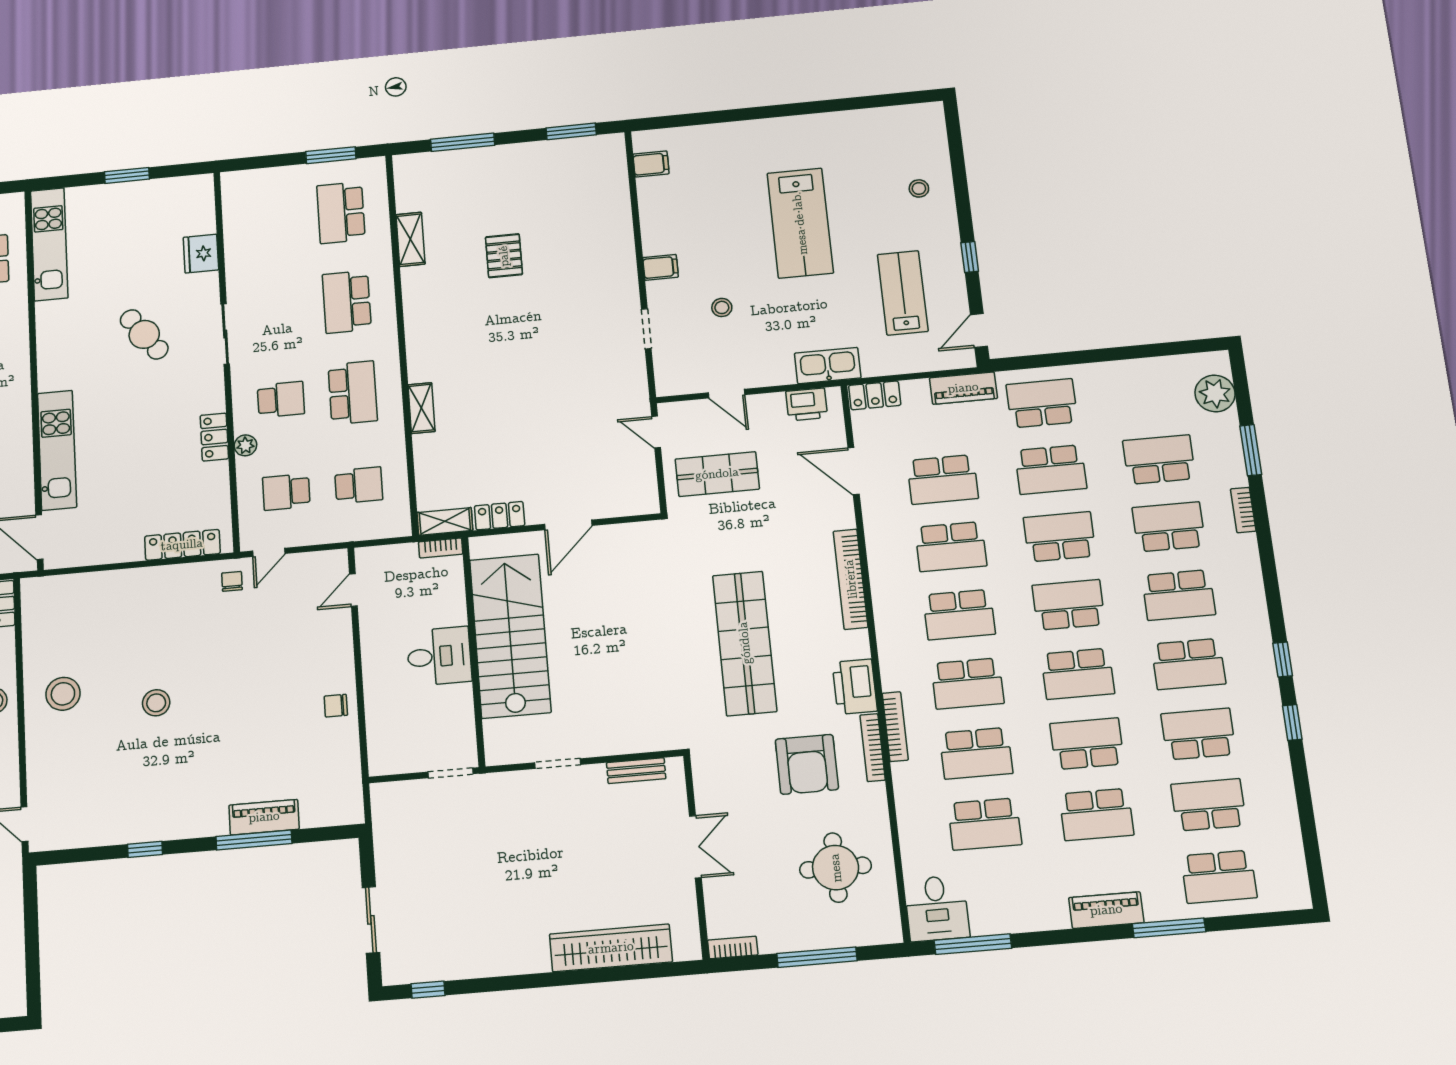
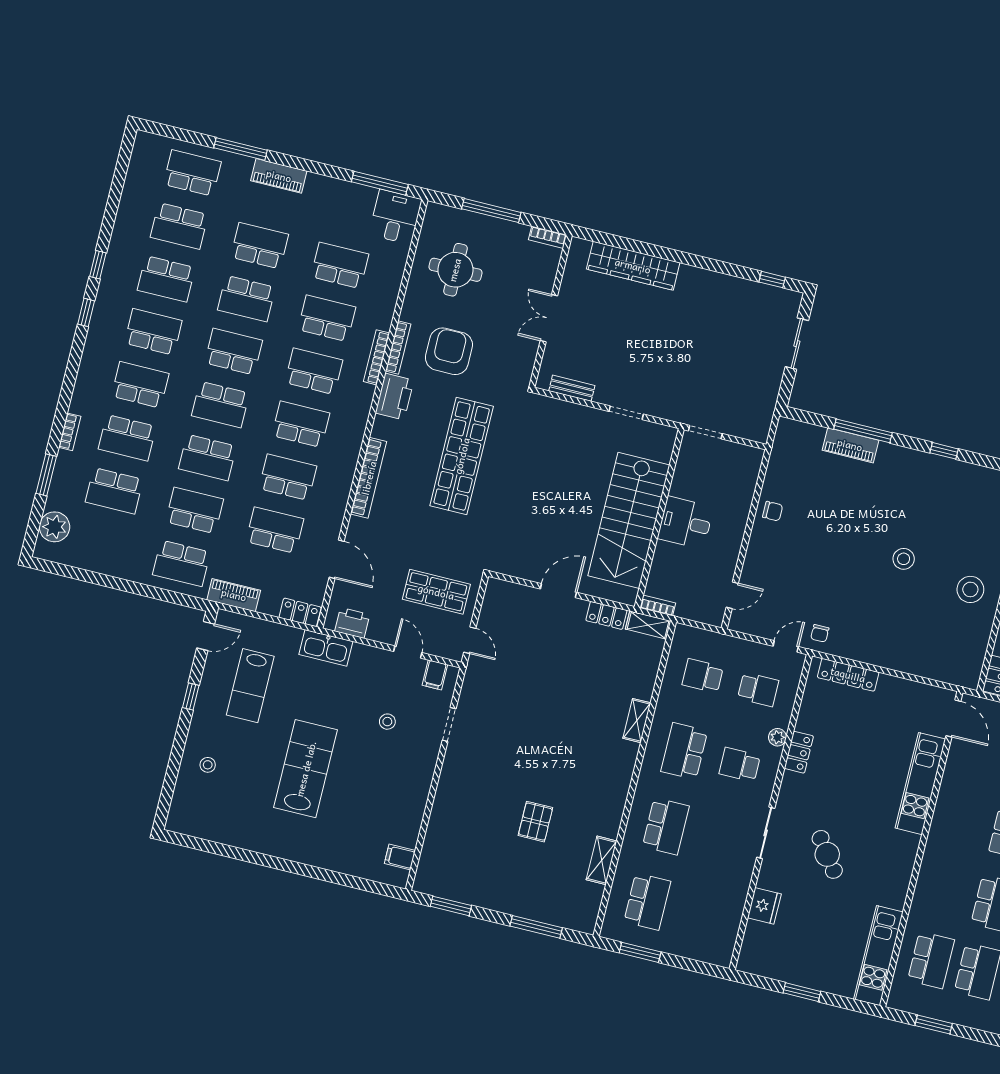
filing cabinet: (661, 267) -> (435, 675), moved, turned -90

